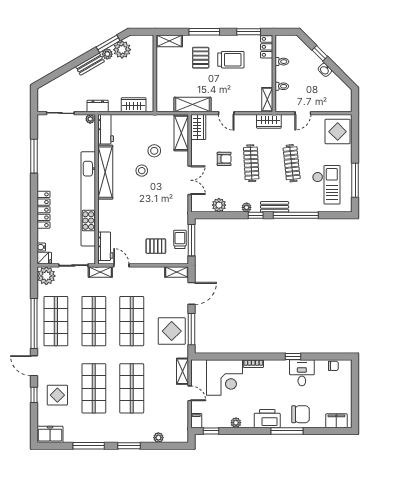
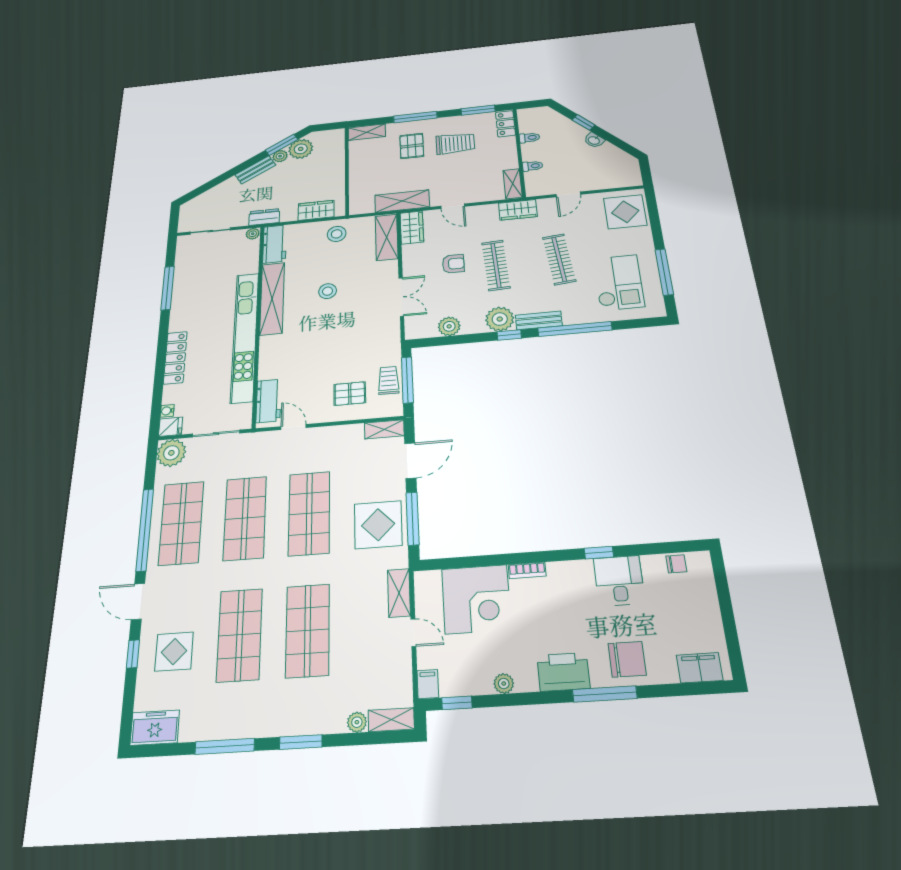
stool: (154, 151) -> (337, 234), moved
plant: (247, 207) -> (500, 319), width x1.88, depth x1.88
shelving: (100, 272) -> (391, 720), moved

